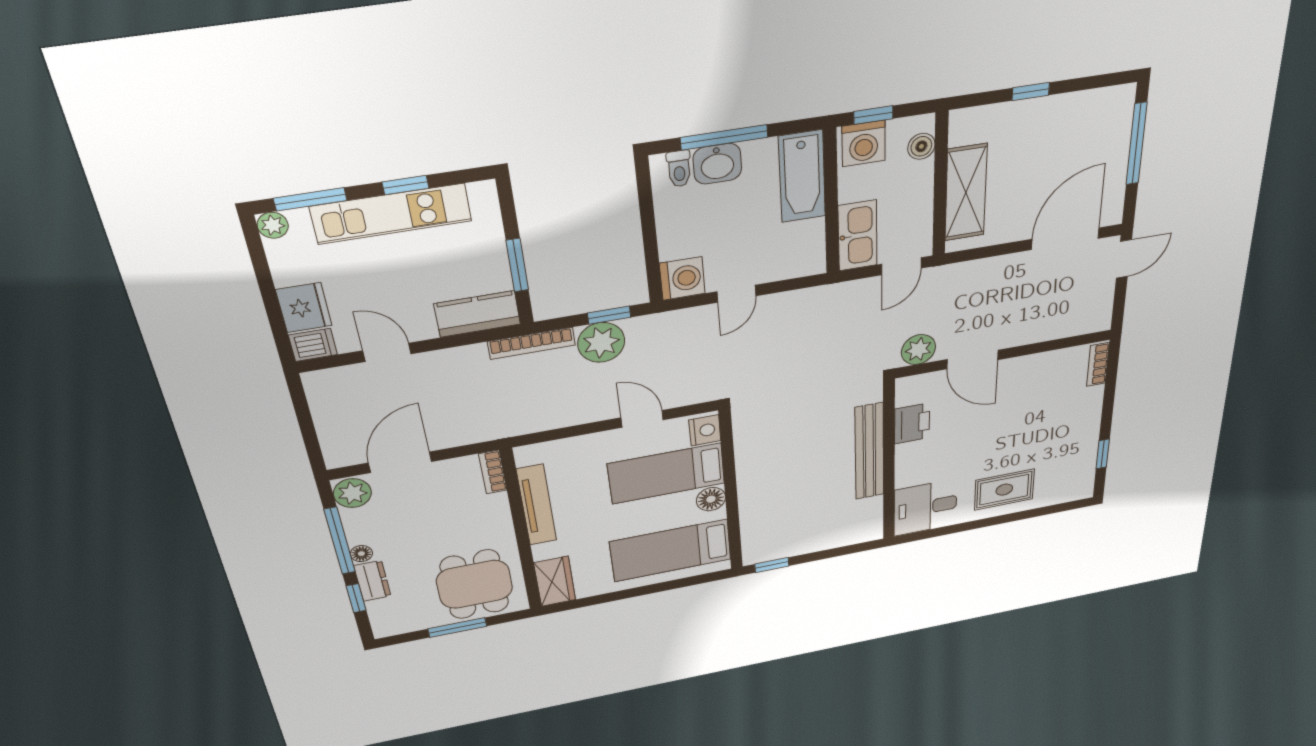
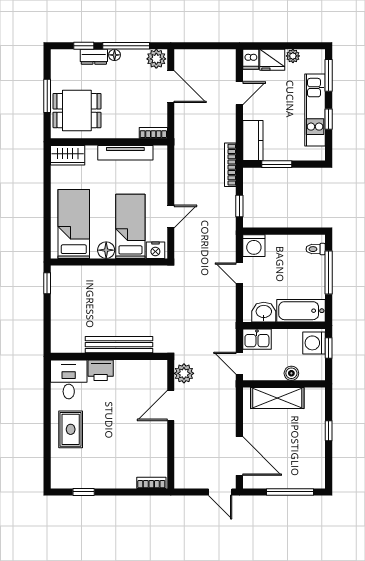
boiler: (921, 146) -> (291, 373), moved
washbasin: (717, 164) -> (264, 312), moved, turned 90
plant: (273, 225) -> (293, 56), moved
kitchen sink: (858, 236) -> (257, 339), width x0.73
plant: (601, 342) -> (224, 200), removed
printer: (912, 423) -> (101, 370), moved

